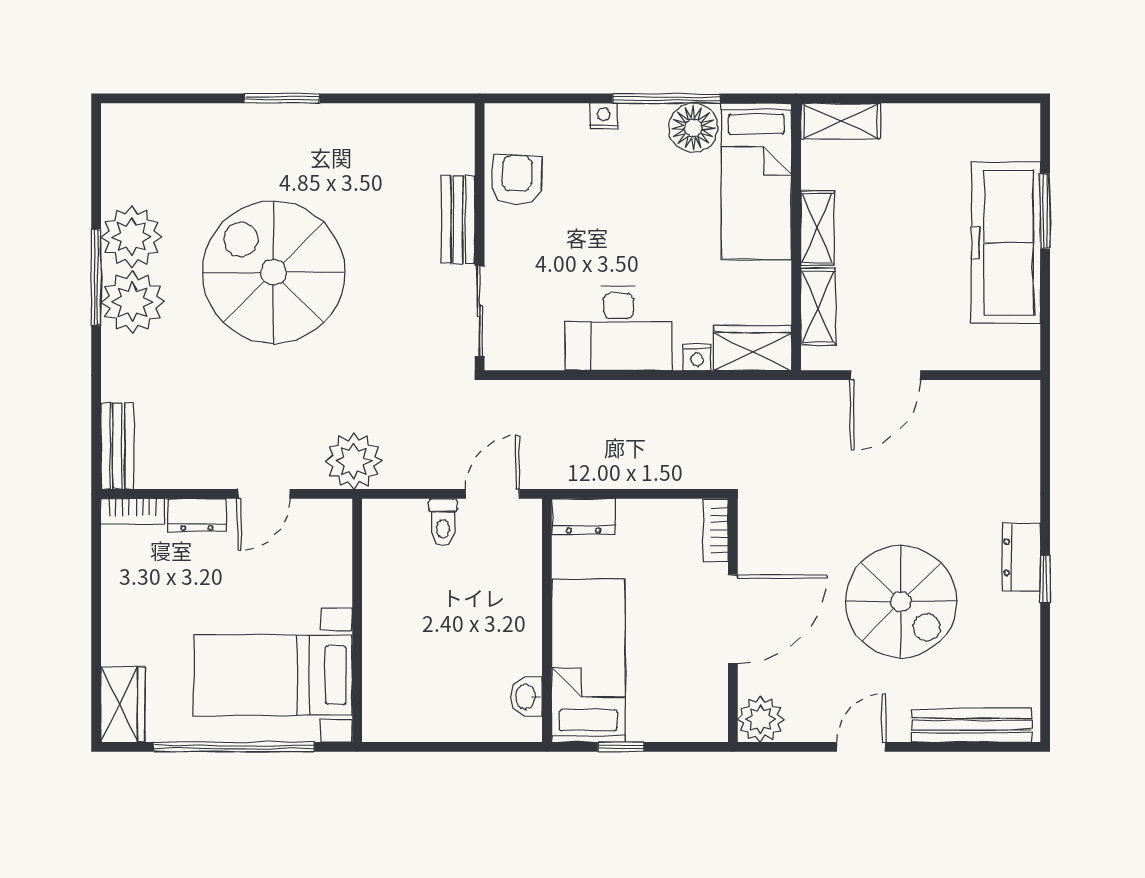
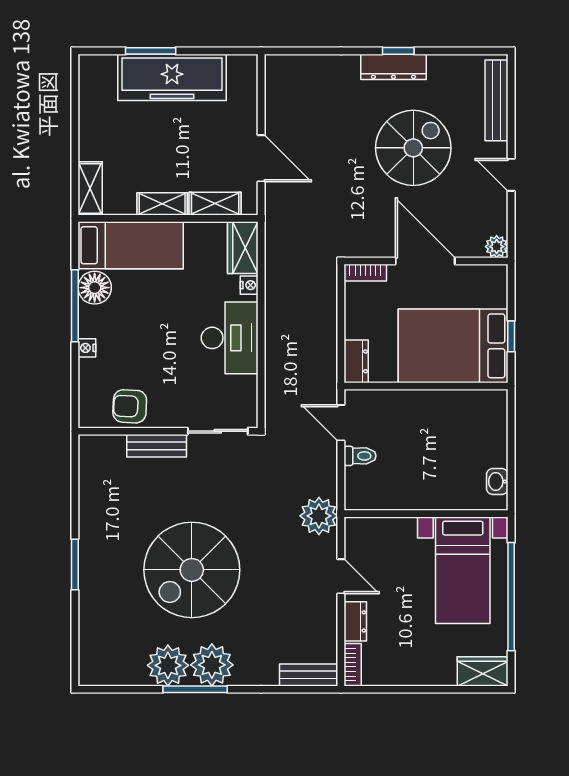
dresser: (1021, 557) -> (393, 67), width x1.44
bed: (588, 661) -> (453, 346), width x1.50
washbasin: (526, 697) -> (497, 482), moved, turned 90
plant: (761, 719) -> (497, 247), width x0.73, depth x0.73

